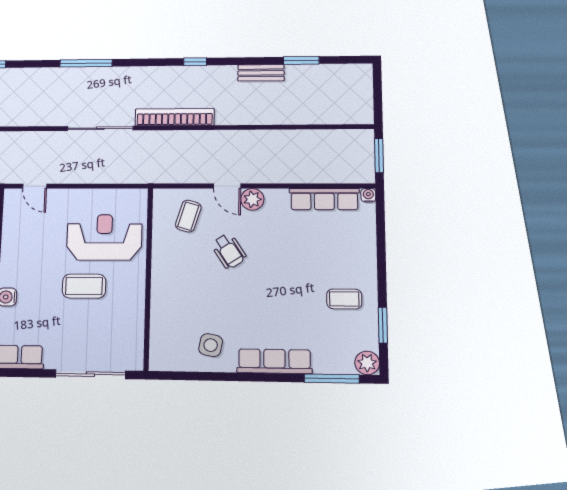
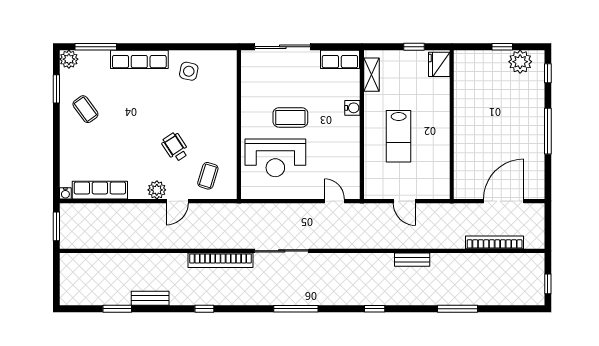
door: (227, 186) -> (177, 201), swing flipped
coffee table: (344, 299) -> (85, 109), turned 54

